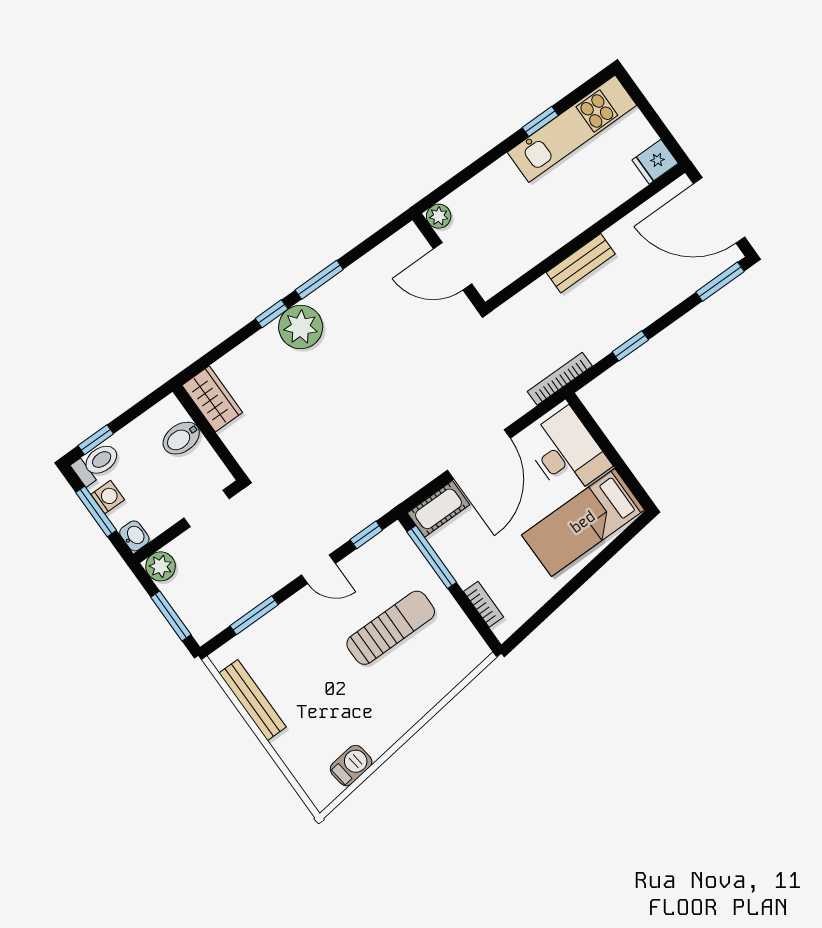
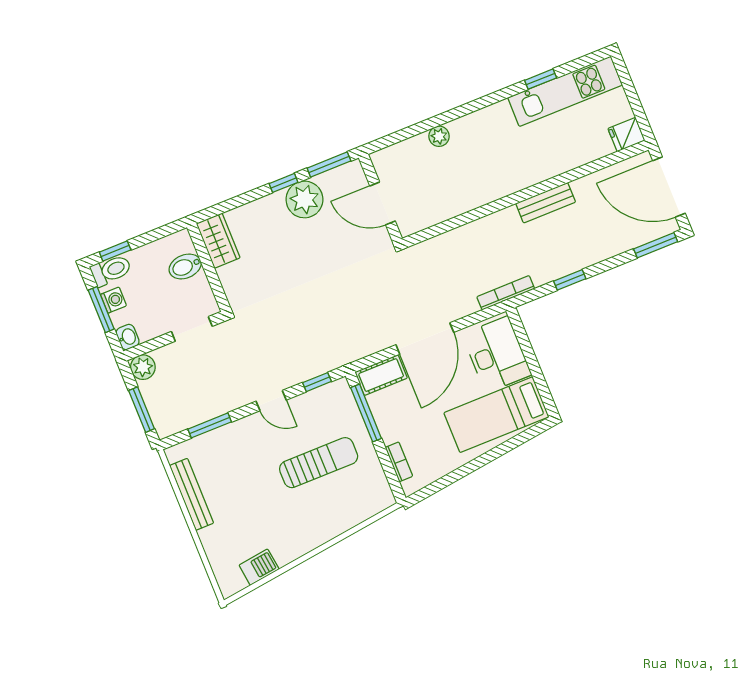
wall: (449, 261) -> (380, 198), moved
door: (453, 266) -> (383, 203), moved

